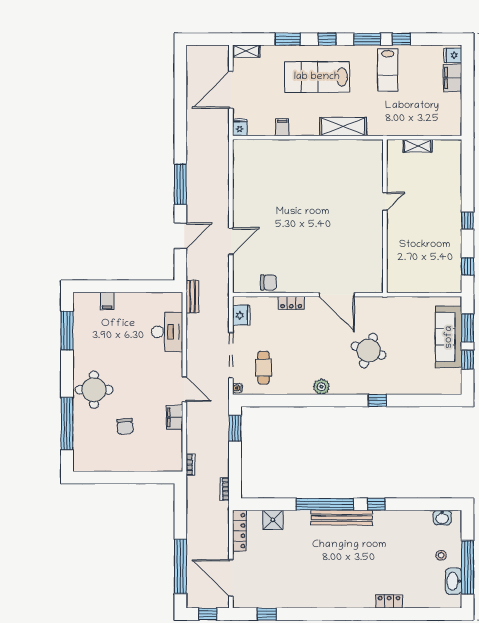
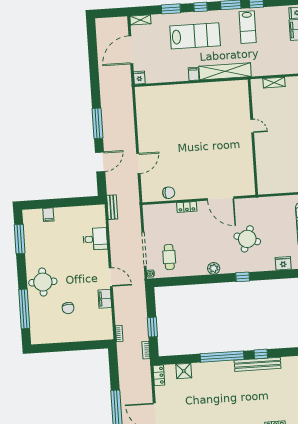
lab bench: (317, 77) -> (195, 36), turned 180
filing cabinet: (282, 127) -> (194, 74), moved
shelving: (343, 127) -> (225, 71), width x1.47
door: (385, 201) -> (252, 126), hinge flipped
fridge: (241, 315) -> (283, 263), moved, turned -90
desk: (167, 332) -> (95, 239), width x0.73
window: (377, 400) -> (243, 277), moved
window: (235, 428) -> (152, 327), moved
bench: (342, 518) -> (258, 364), moved
locker: (239, 531) -> (159, 375), width x0.66

